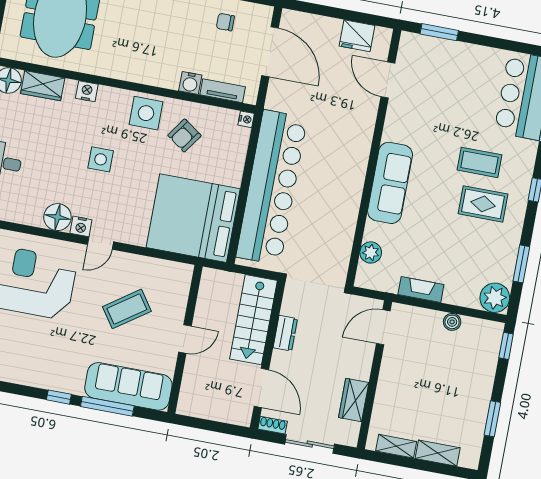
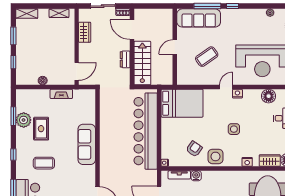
rug: (483, 204) -> (41, 129), moved, turned 90
floor lamp: (57, 217) -> (269, 96), moved
bed: (193, 218) -> (182, 103), width x0.73
plant: (371, 252) -> (90, 108), removed
plant: (495, 298) -> (24, 120), moved
window: (506, 346) -> (13, 62), moved
shelving: (438, 453) -> (27, 14), moved

